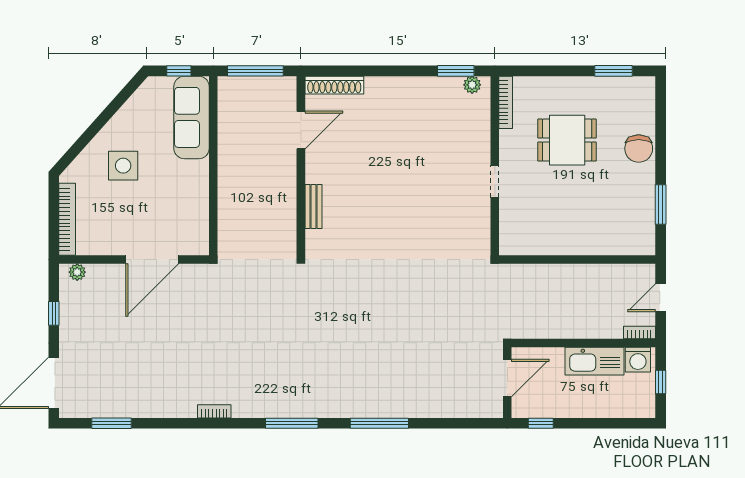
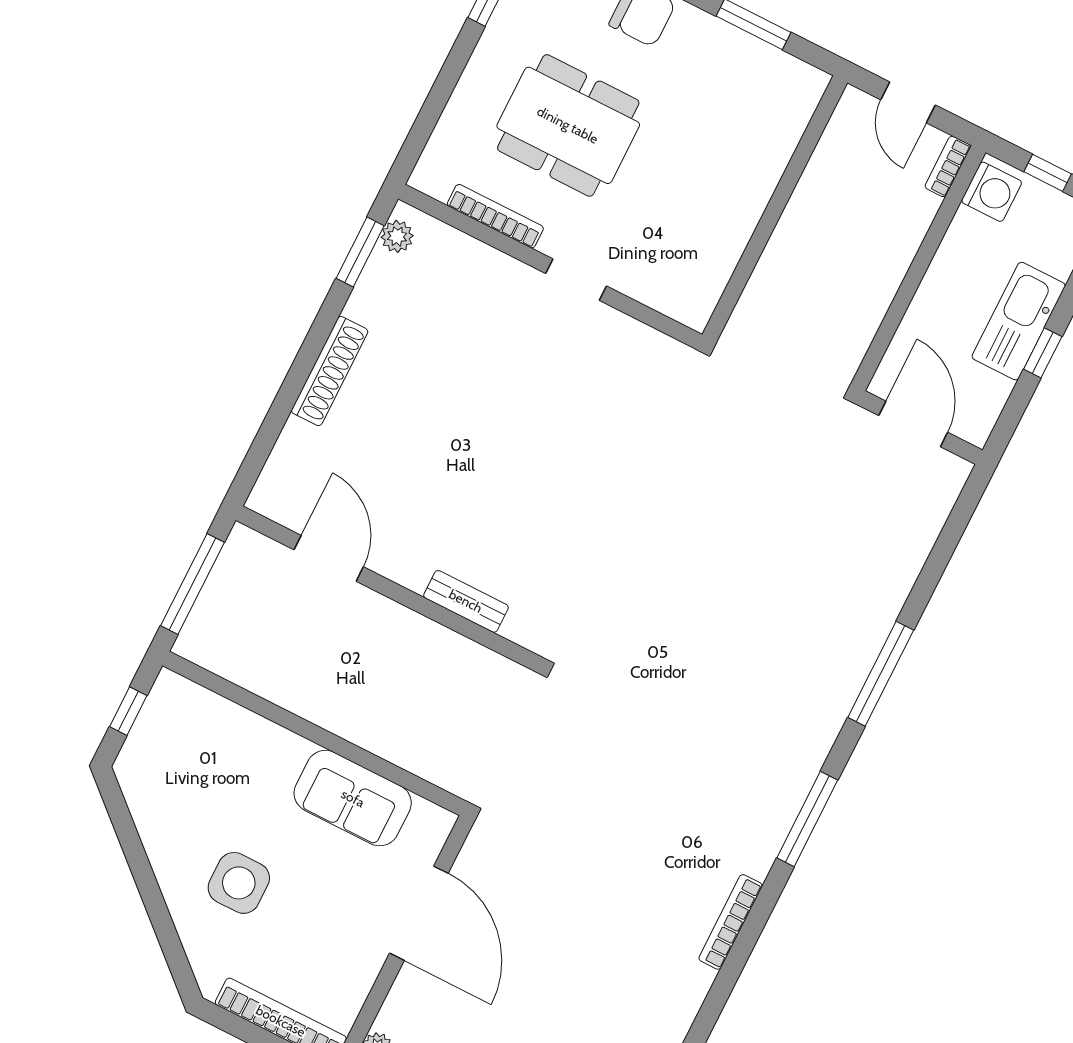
shoe rack: (334, 85) -> (330, 371), moved
bookcase: (506, 102) -> (495, 216), moved
sofa: (192, 117) -> (353, 798), moved, width x0.73
dining table: (567, 140) -> (568, 125), width x1.37
kitchen sink: (595, 361) -> (1019, 321), moved, turned 180
bookcase: (214, 411) -> (730, 922), width x1.56
window: (541, 423) -> (1043, 353), moved

